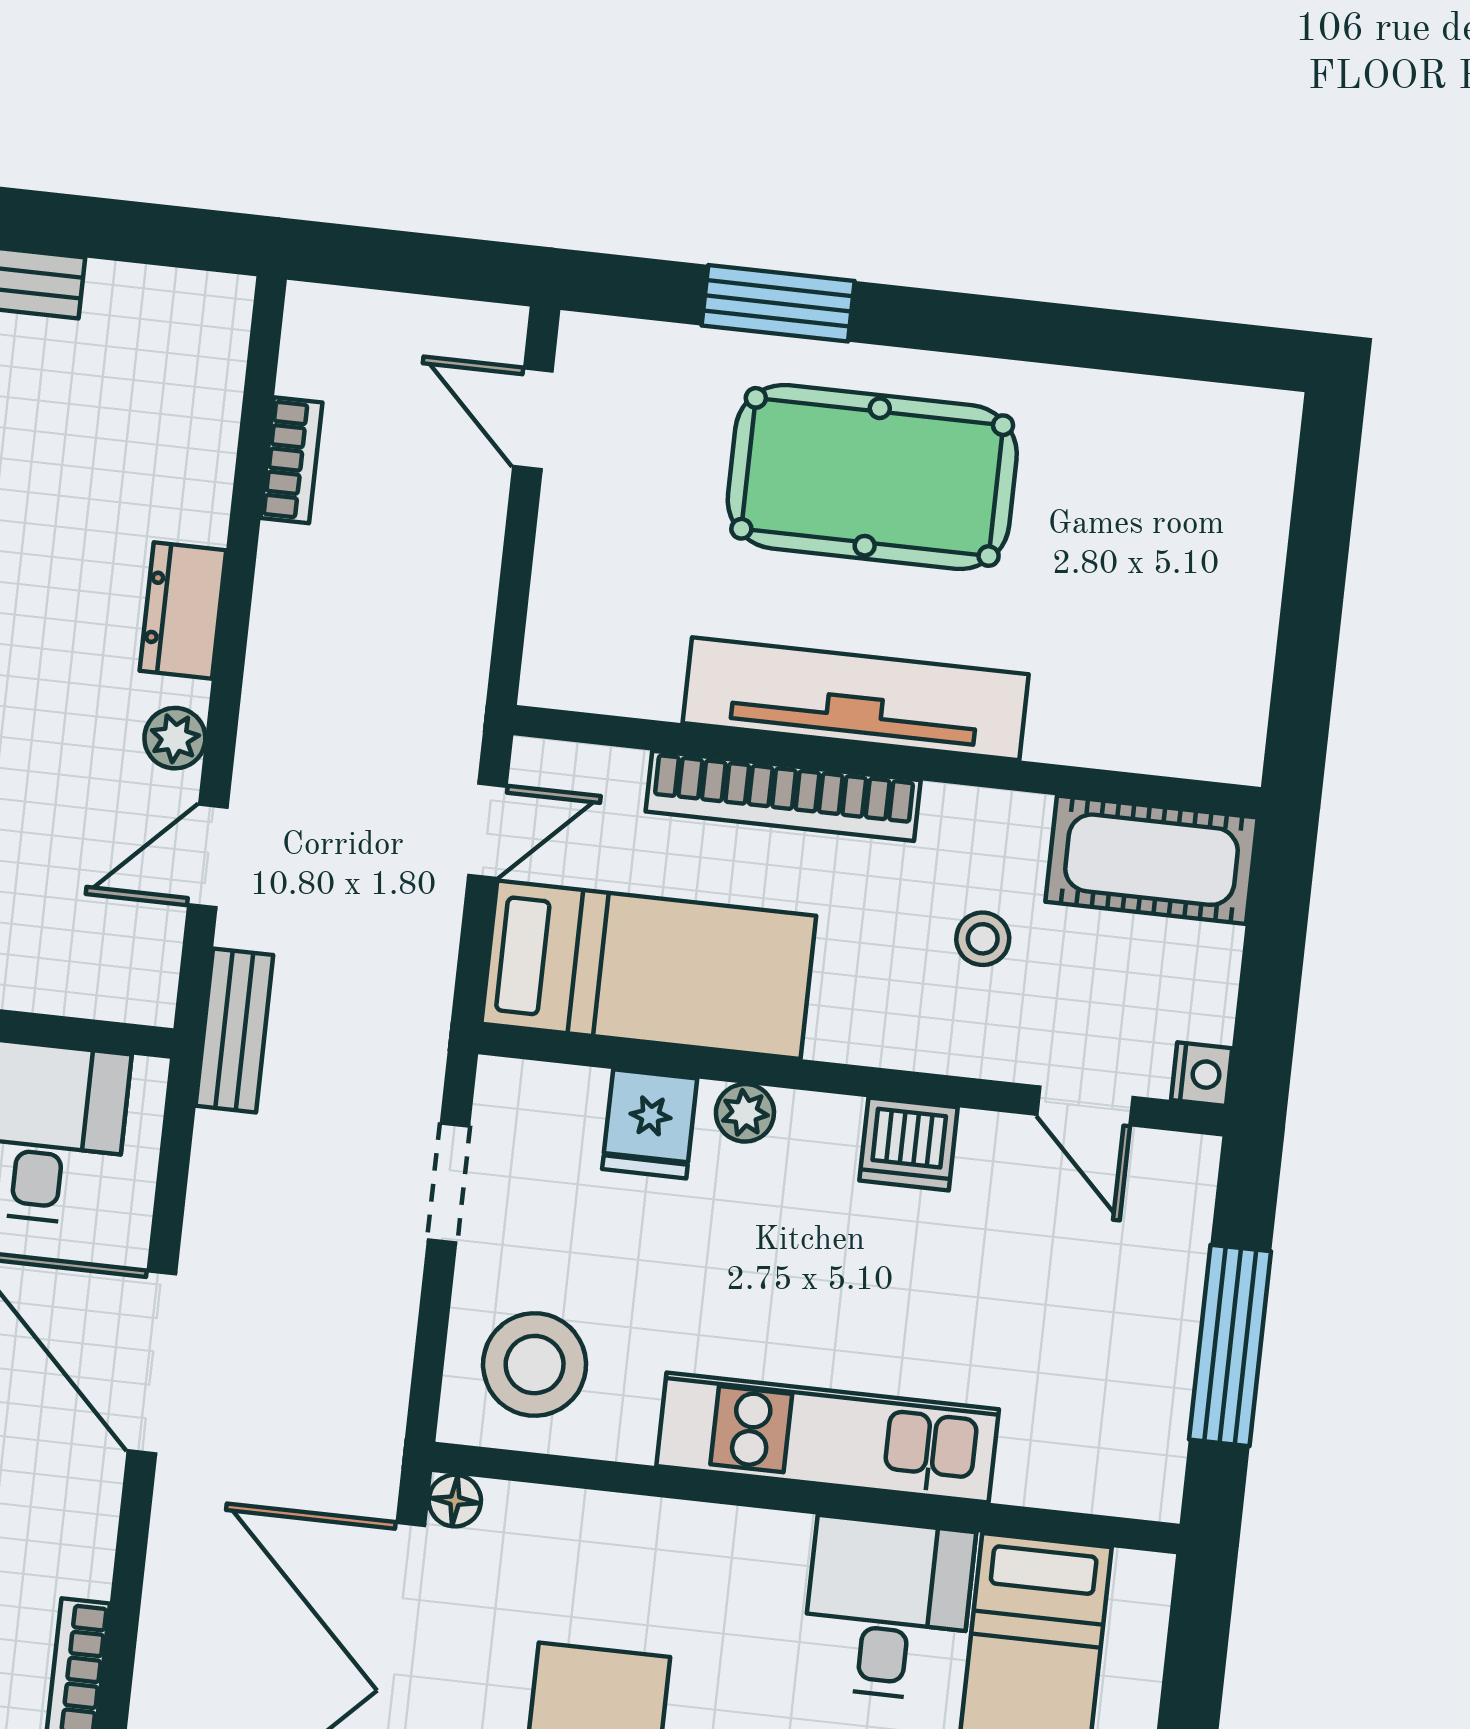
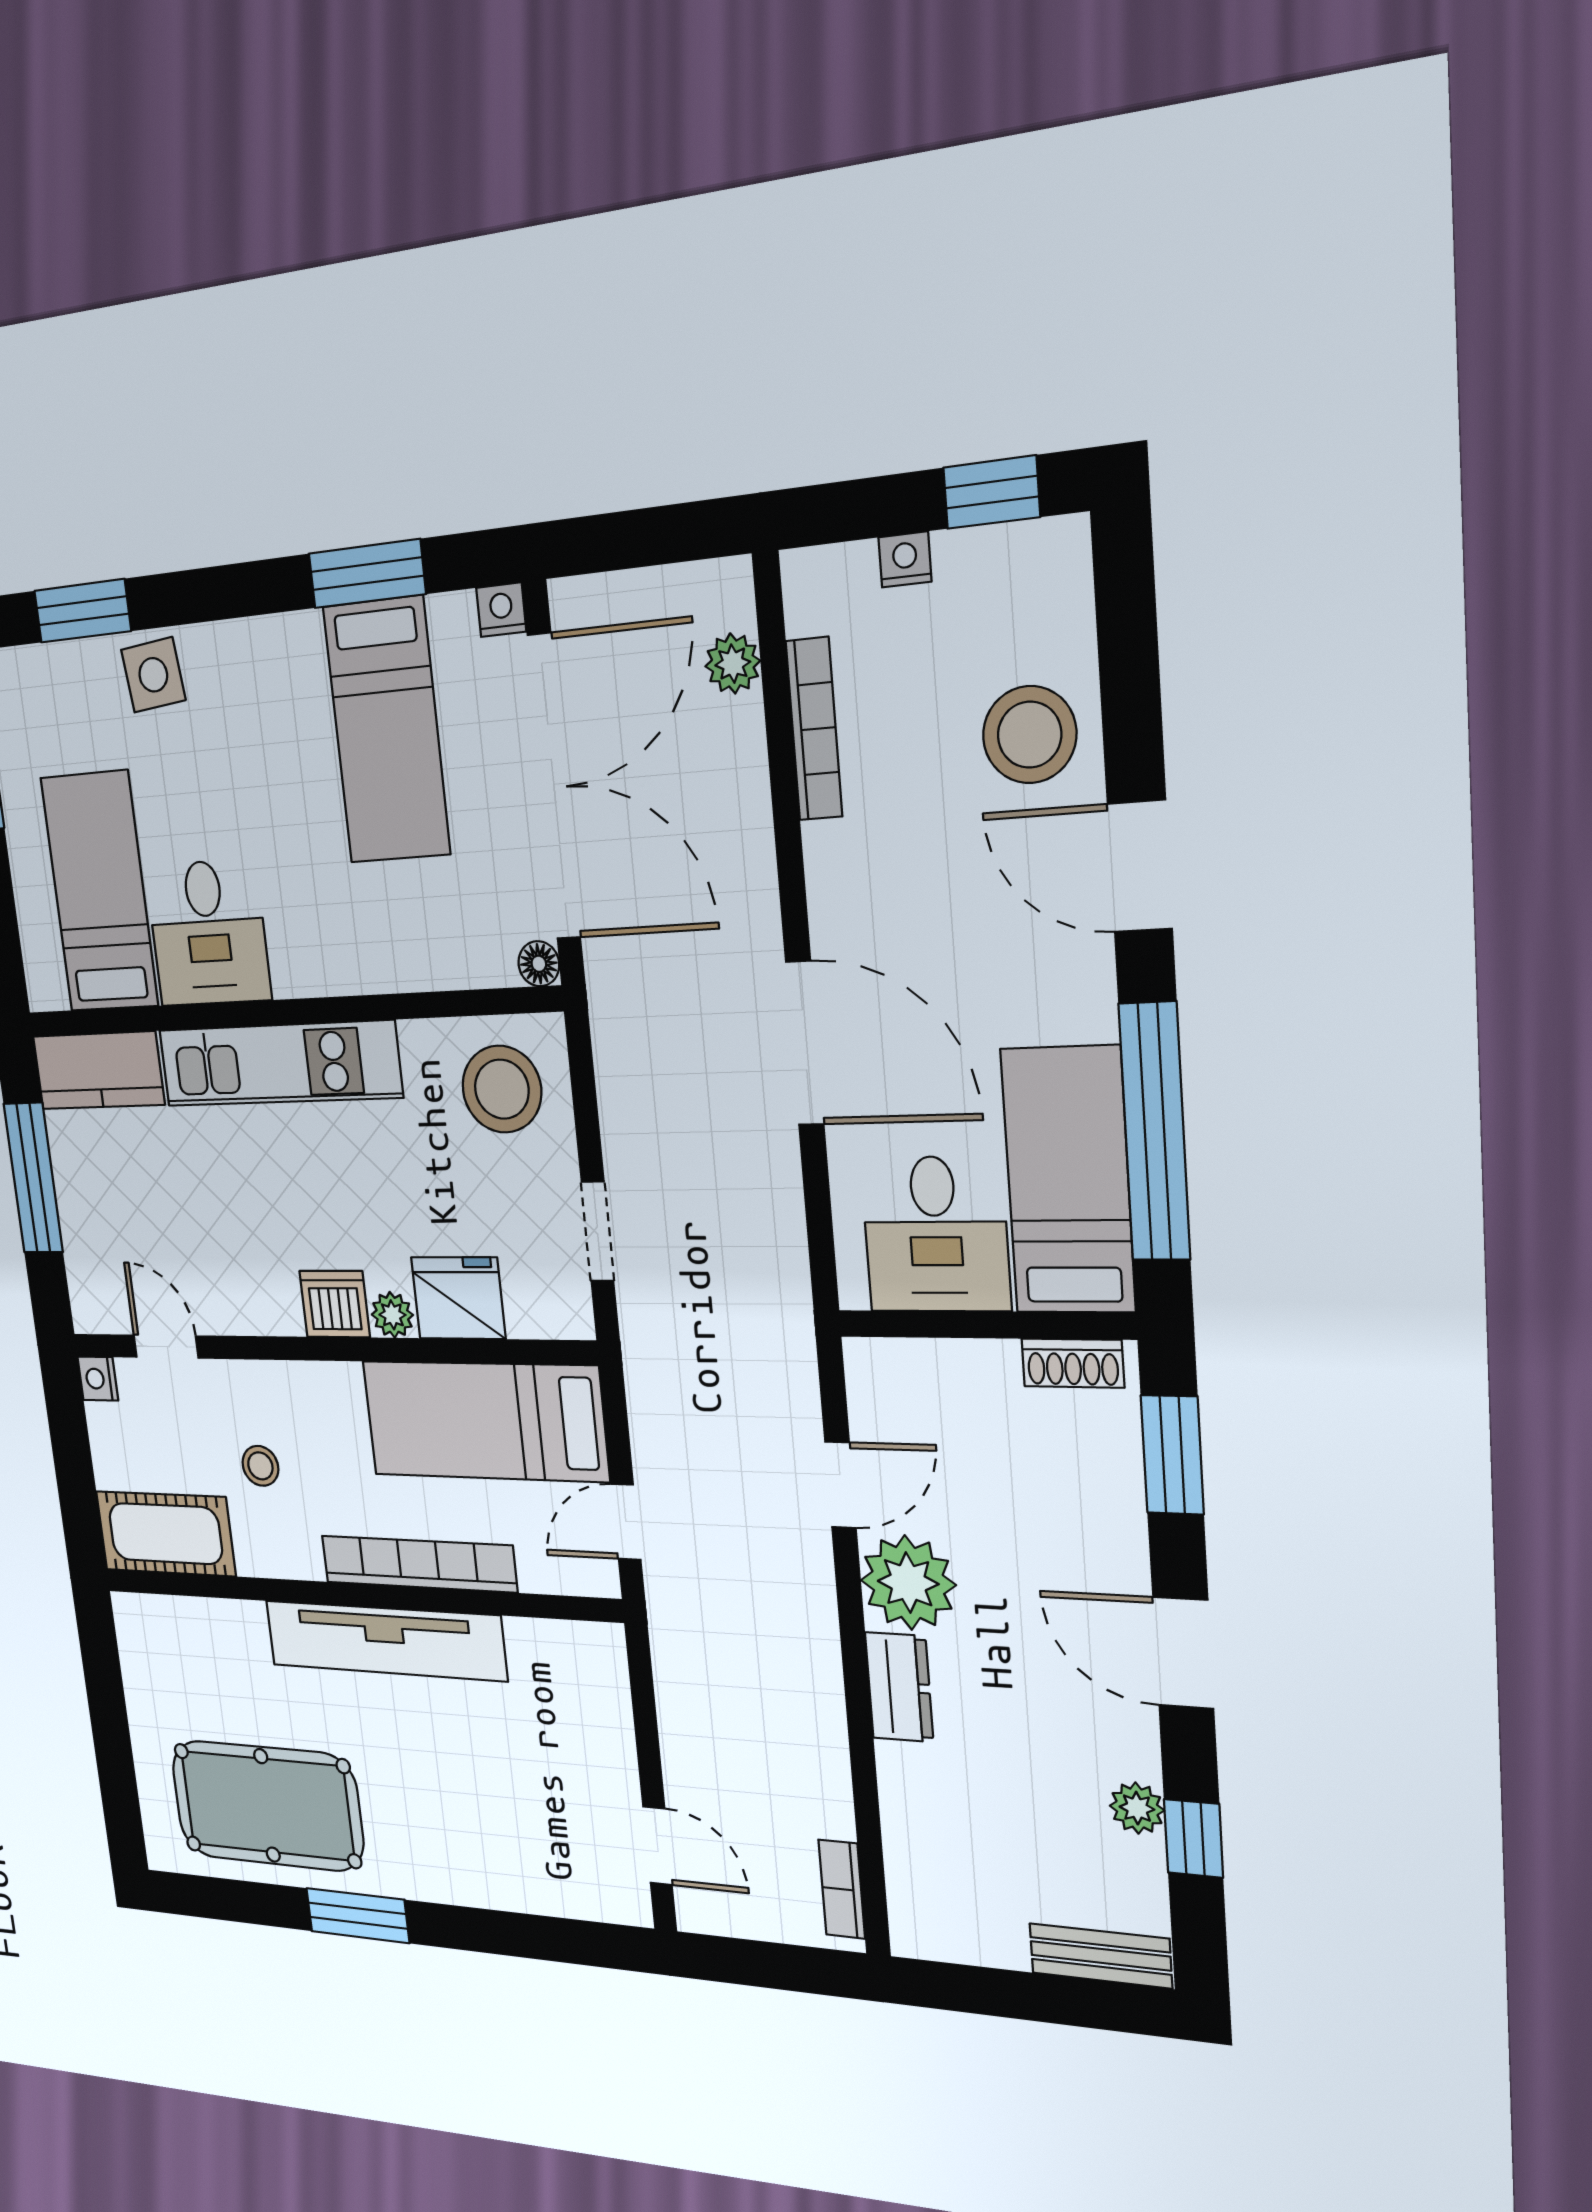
window: (778, 303) -> (358, 1916), moved
bookcase: (291, 460) -> (842, 1889), moved
pool table: (872, 477) -> (267, 1806), moved
plant: (175, 738) -> (908, 1583), width x1.88, depth x1.88
bench: (234, 1030) -> (791, 1340), removed
fridge: (650, 1124) -> (458, 1298), width x1.38
dishwasher: (909, 1144) -> (335, 1304), moved
kitchen counter: (1092, 1467) -> (98, 1070), added

